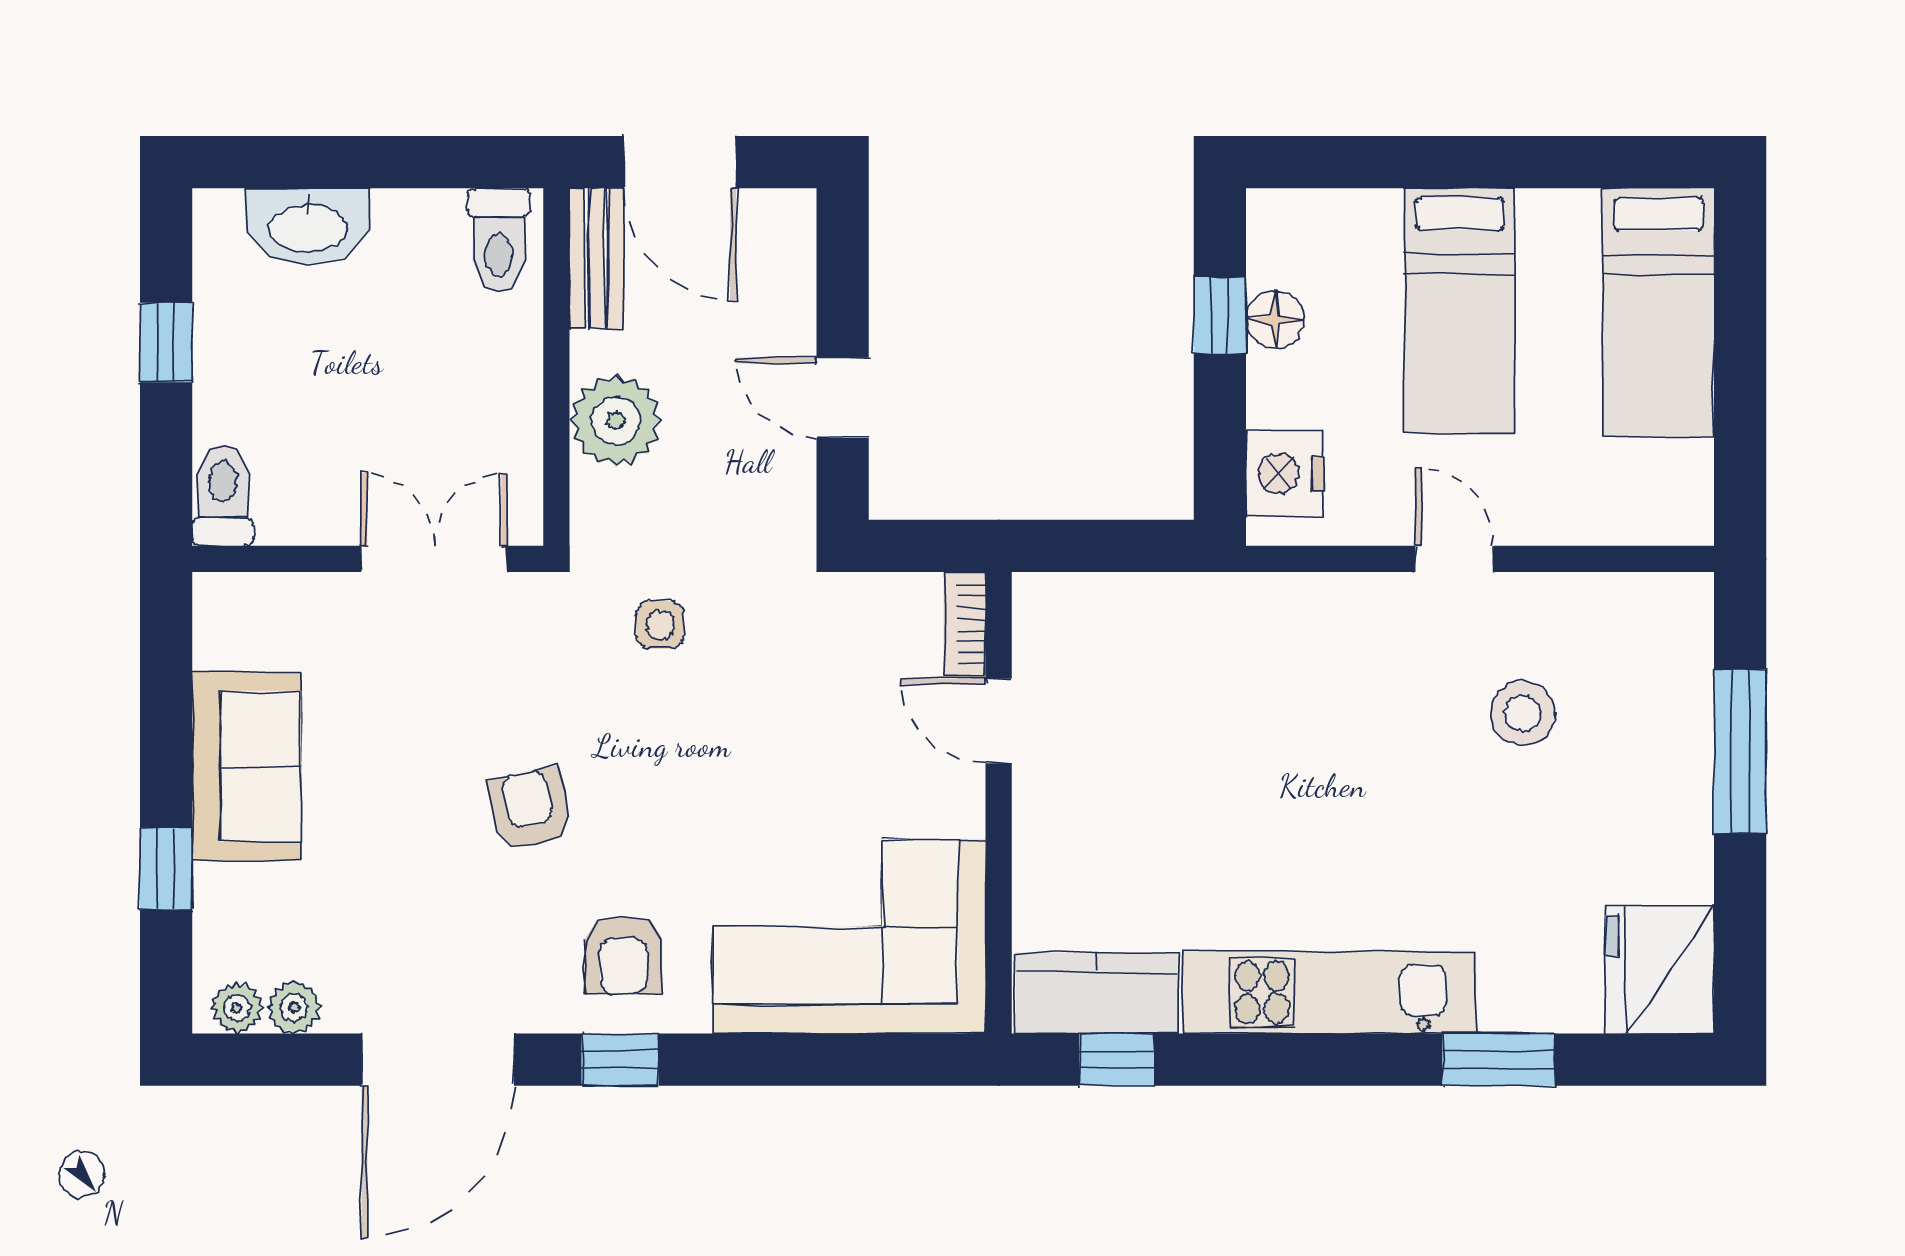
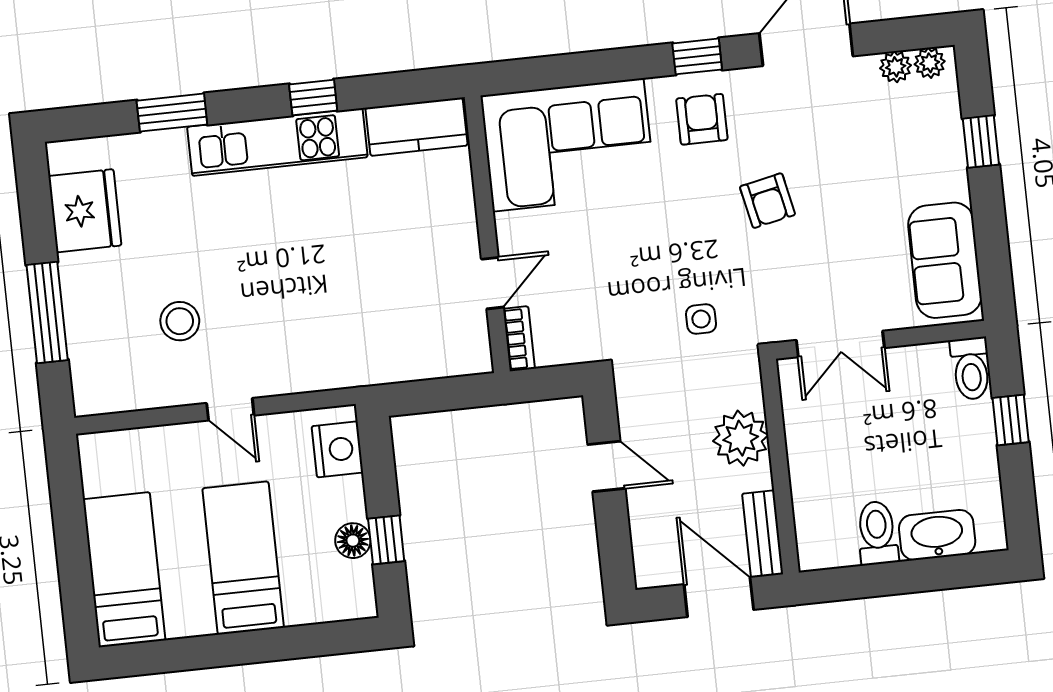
toilet: (499, 240) -> (877, 533), moved
window: (166, 343) -> (1011, 420), moved
door: (999, 721) -> (492, 283), hinge flipped
sofa: (247, 766) -> (945, 260), moved
fridge: (1660, 969) -> (85, 211), moved
window: (1117, 1060) -> (313, 97), moved

